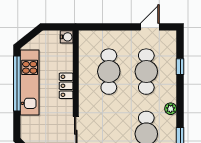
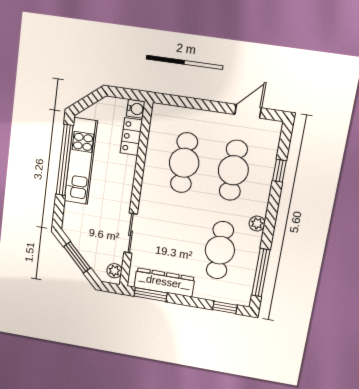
locker: (66, 86) -> (131, 137), moved

